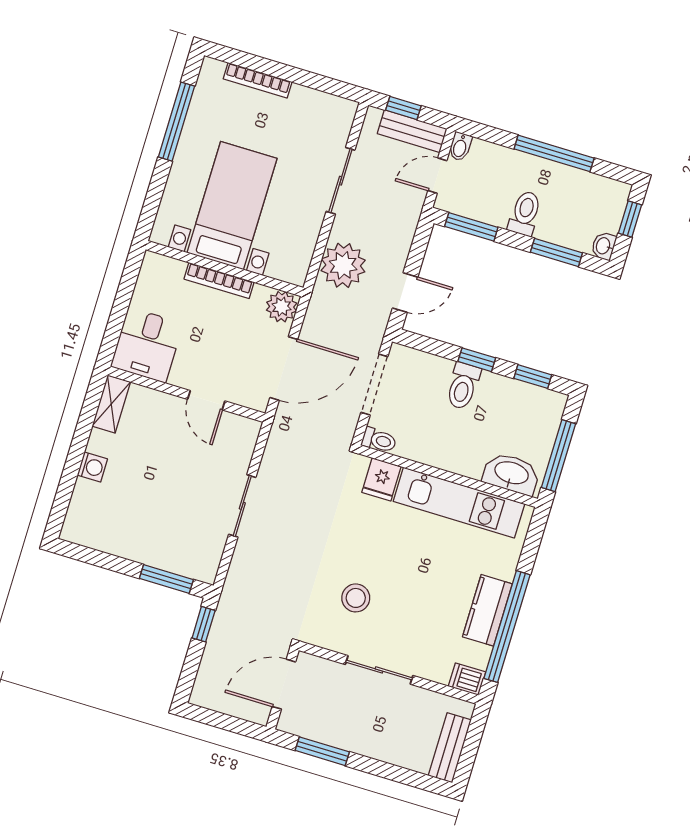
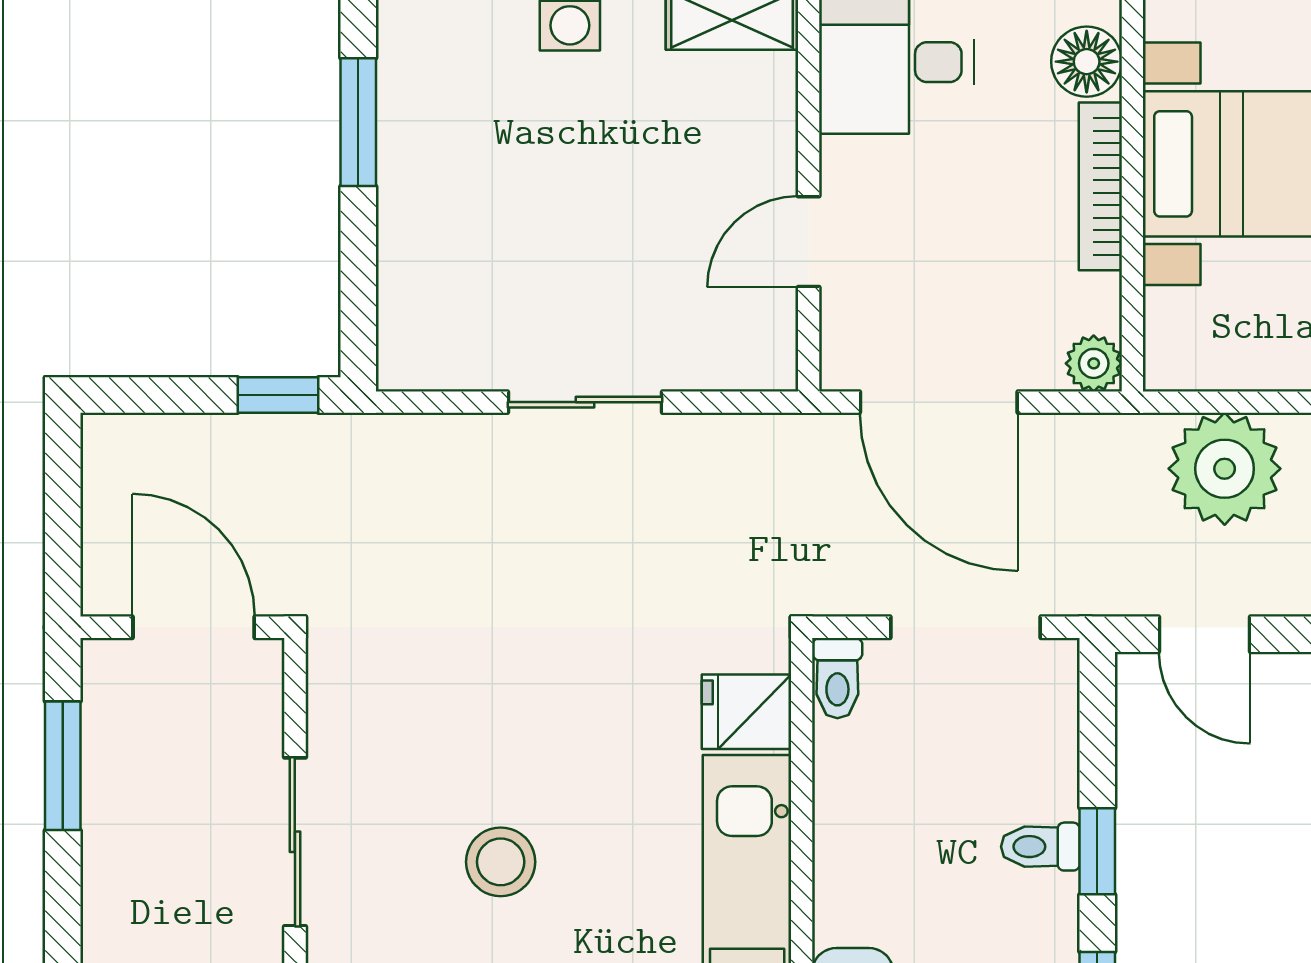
floor lamp: (169, 271) -> (1087, 62), added
plant: (282, 307) -> (1094, 363), width x0.73, depth x0.73
toilet: (463, 386) -> (1040, 847), width x0.73, depth x0.72
window: (166, 579) -> (358, 122), moved
stool: (356, 598) -> (501, 862), moved

